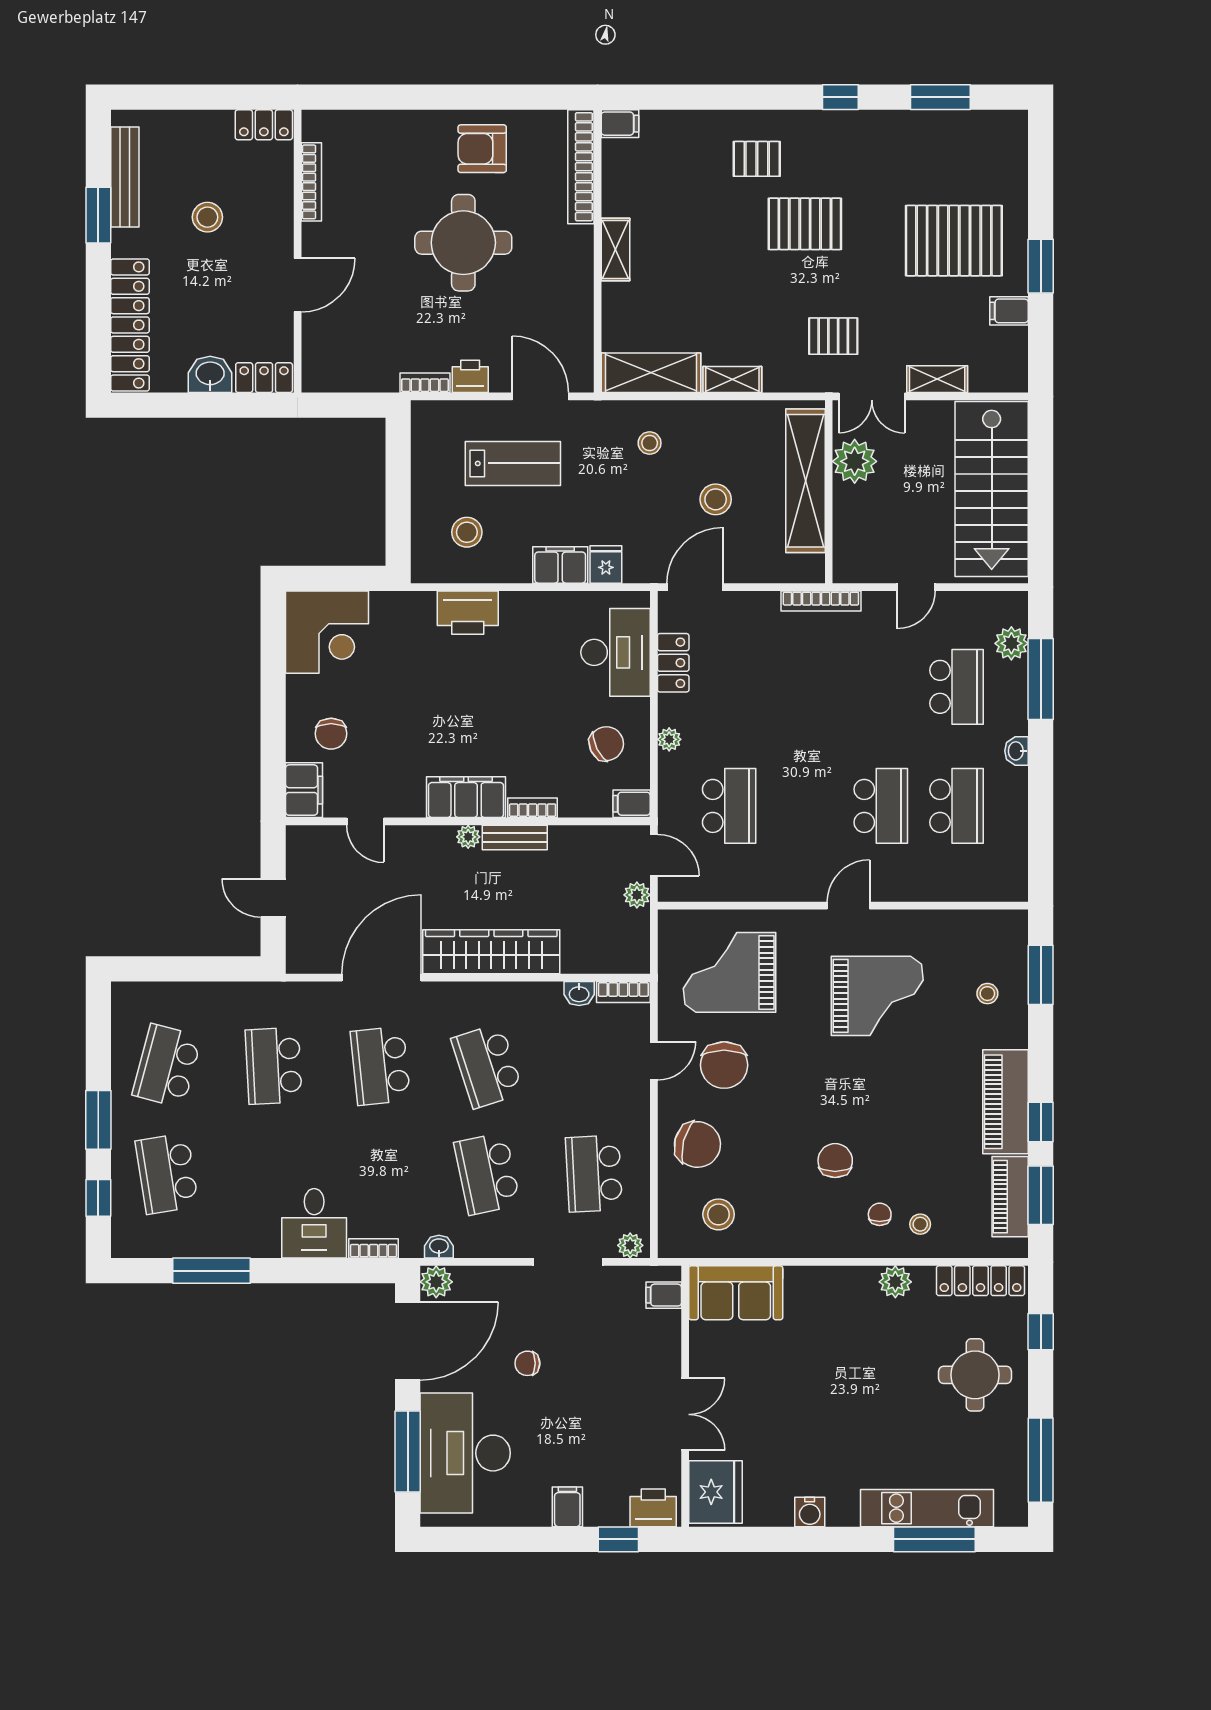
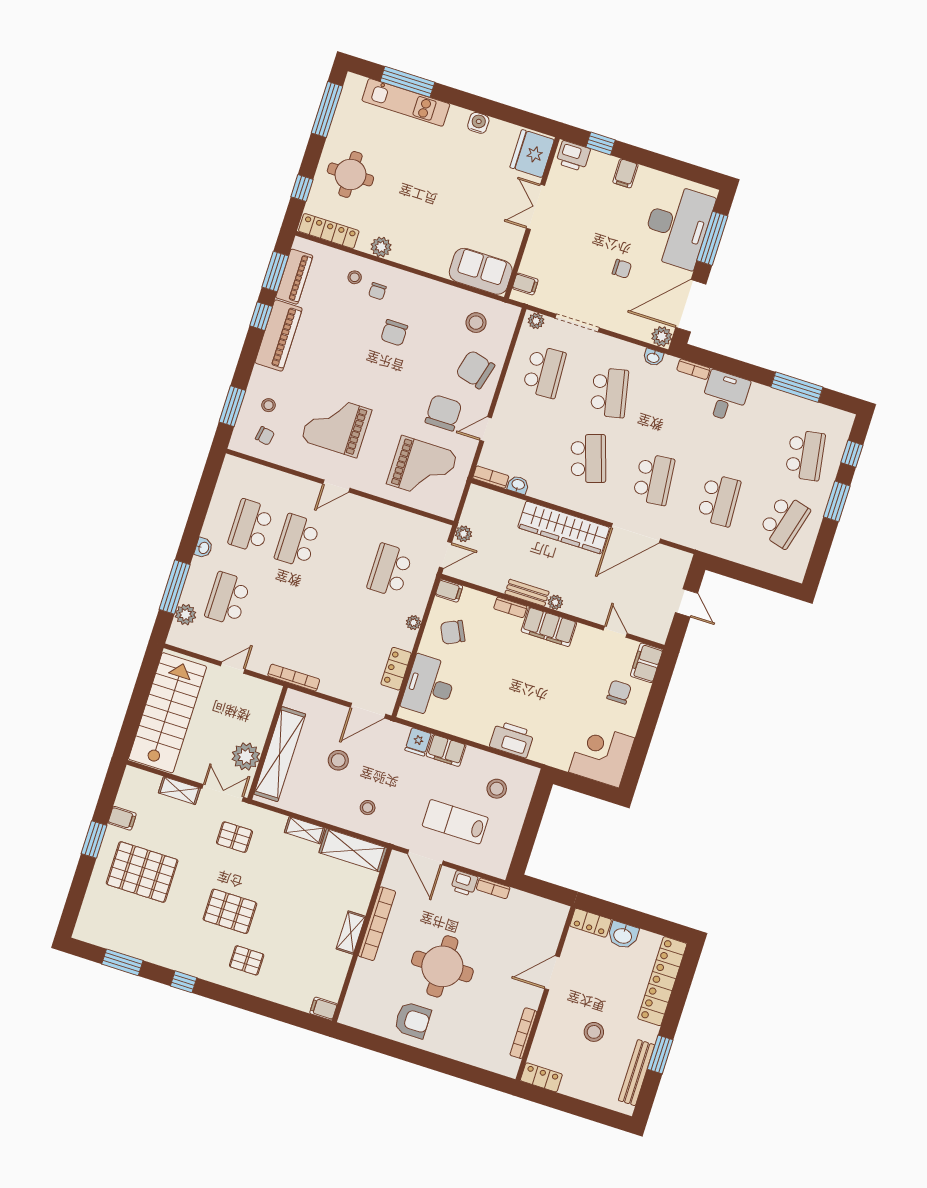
bookcase: (581, 167) -> (377, 924), moved
door: (654, 855) -> (445, 555), swing flipped
chair: (978, 946) -> (265, 436), added

